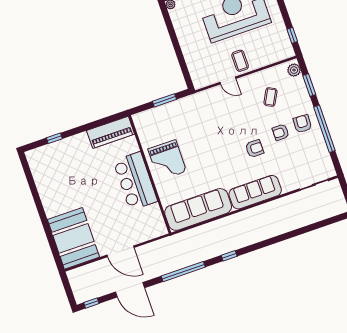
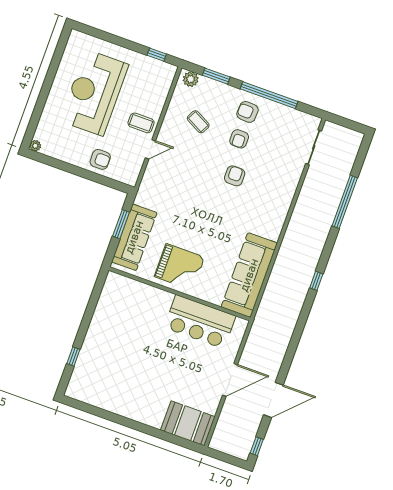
armchair: (195, 53) -> (100, 159), added
piano: (111, 132) -> (110, 299), removed
bar counter: (135, 181) -> (200, 322), moved
sofa: (255, 192) -> (134, 237), moved, turned 180
booth: (73, 238) -> (188, 423), width x0.73, depth x0.70
window: (183, 272) -> (345, 202), moved

